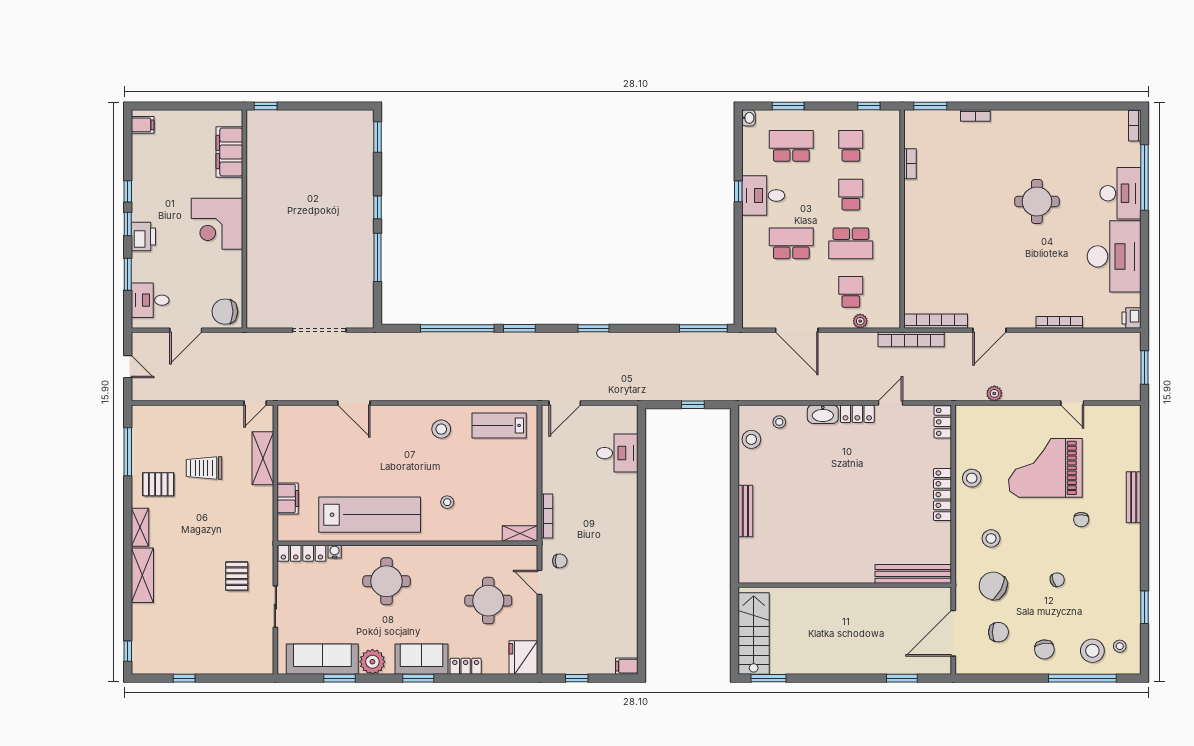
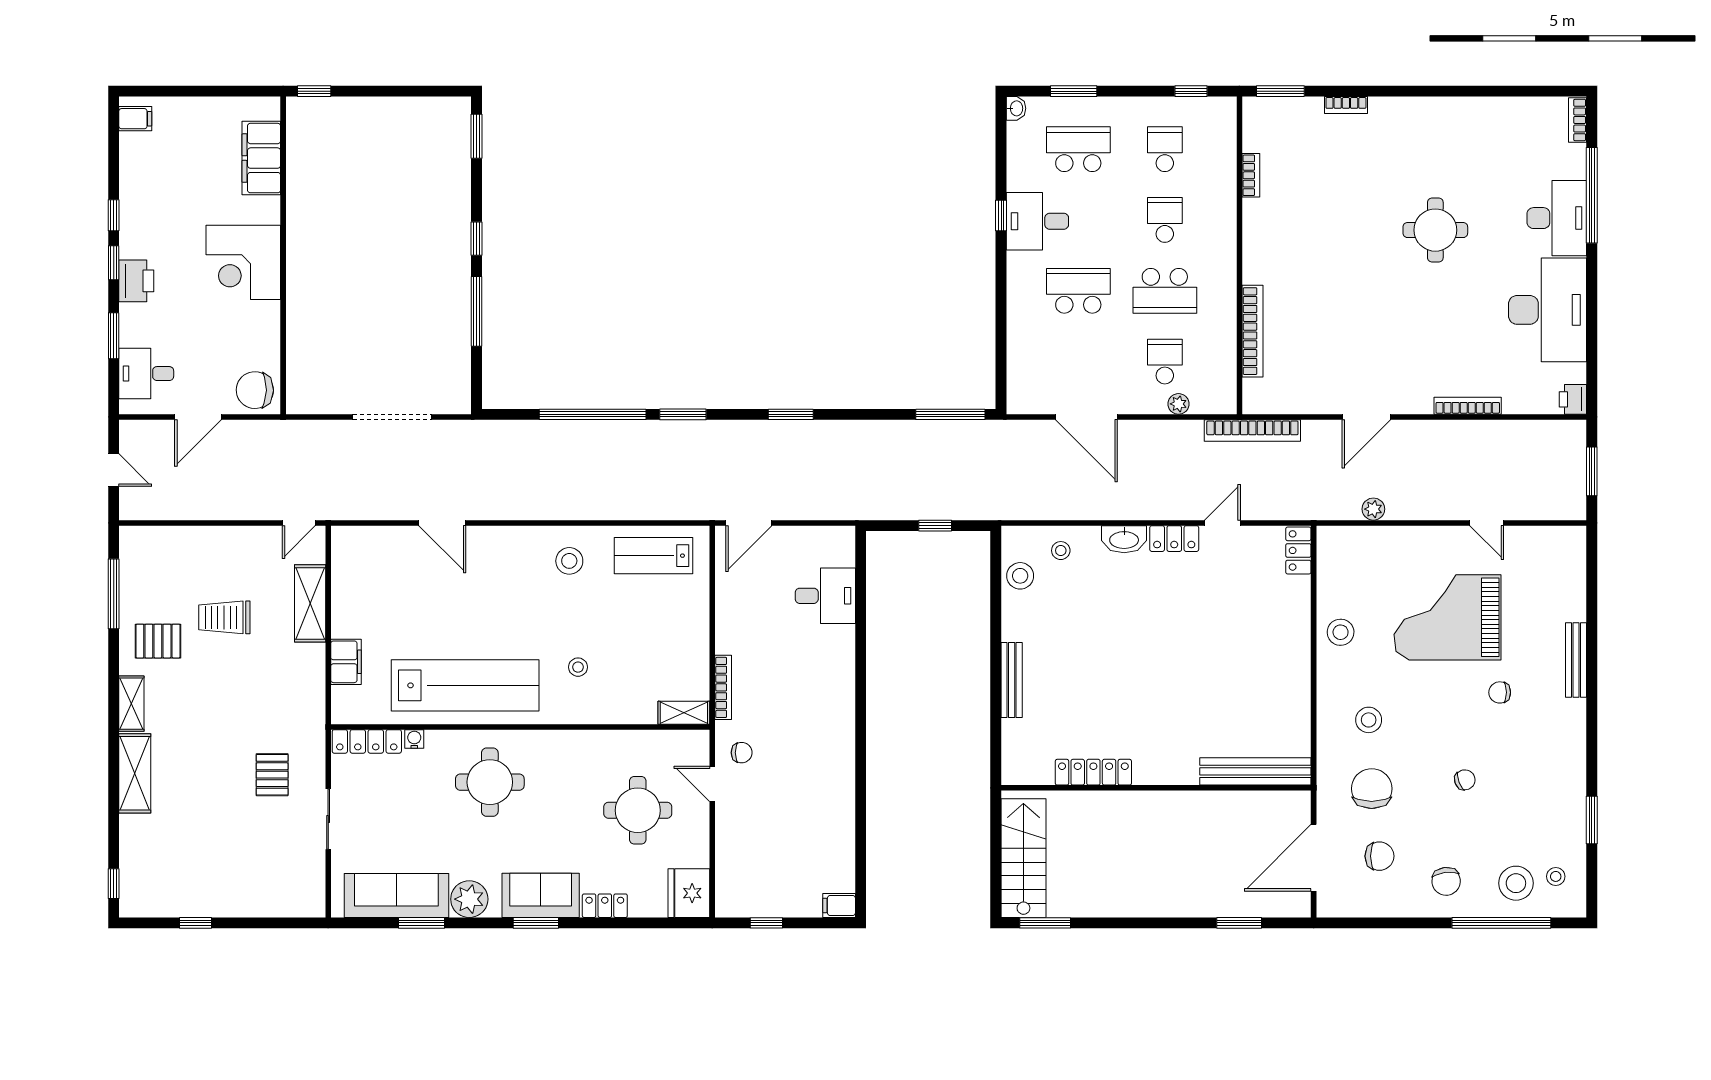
bookcase: (936, 321) -> (1253, 331), moved, turned 90
locker: (942, 495) -> (1093, 772), moved, turned 90
chair: (1081, 520) -> (1500, 692), turned 90
chair: (993, 586) -> (1372, 789), turned 62

